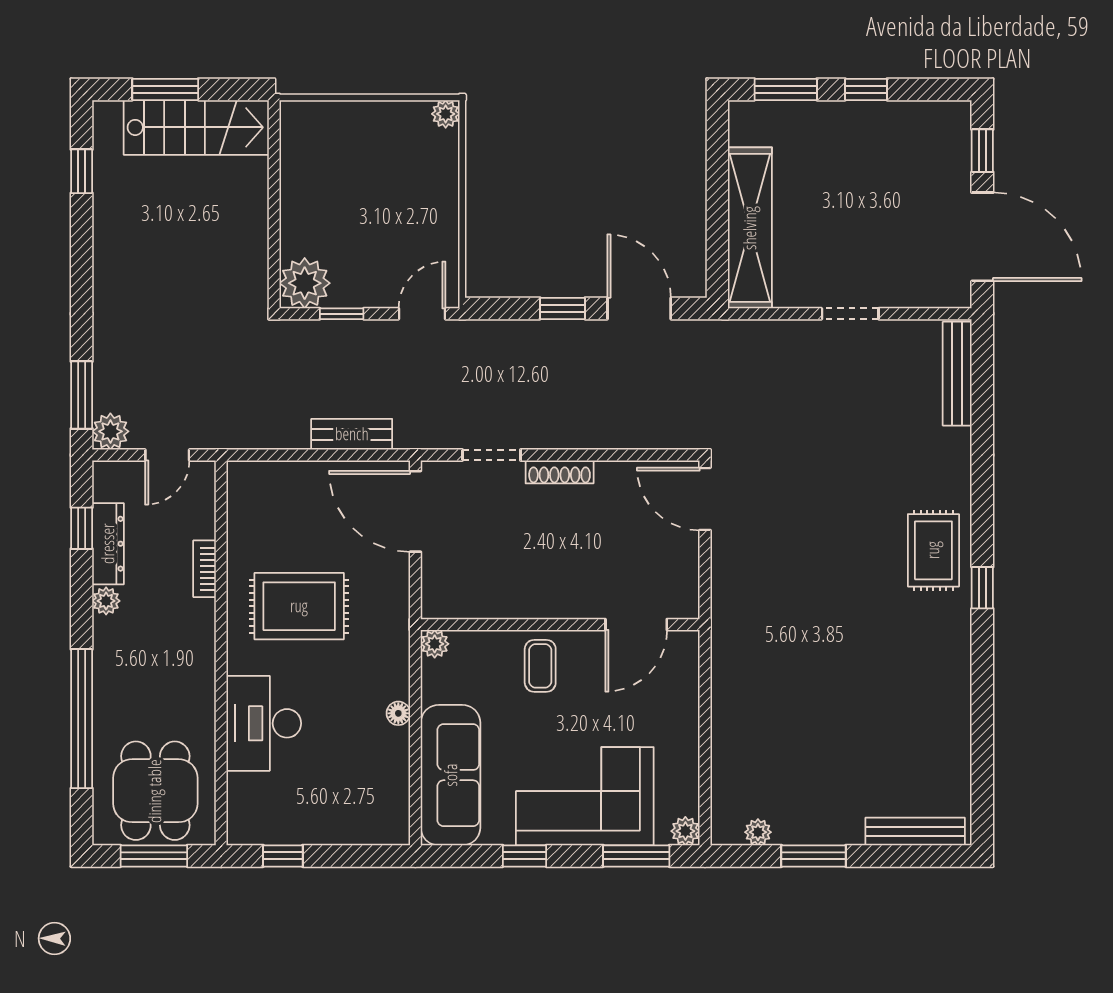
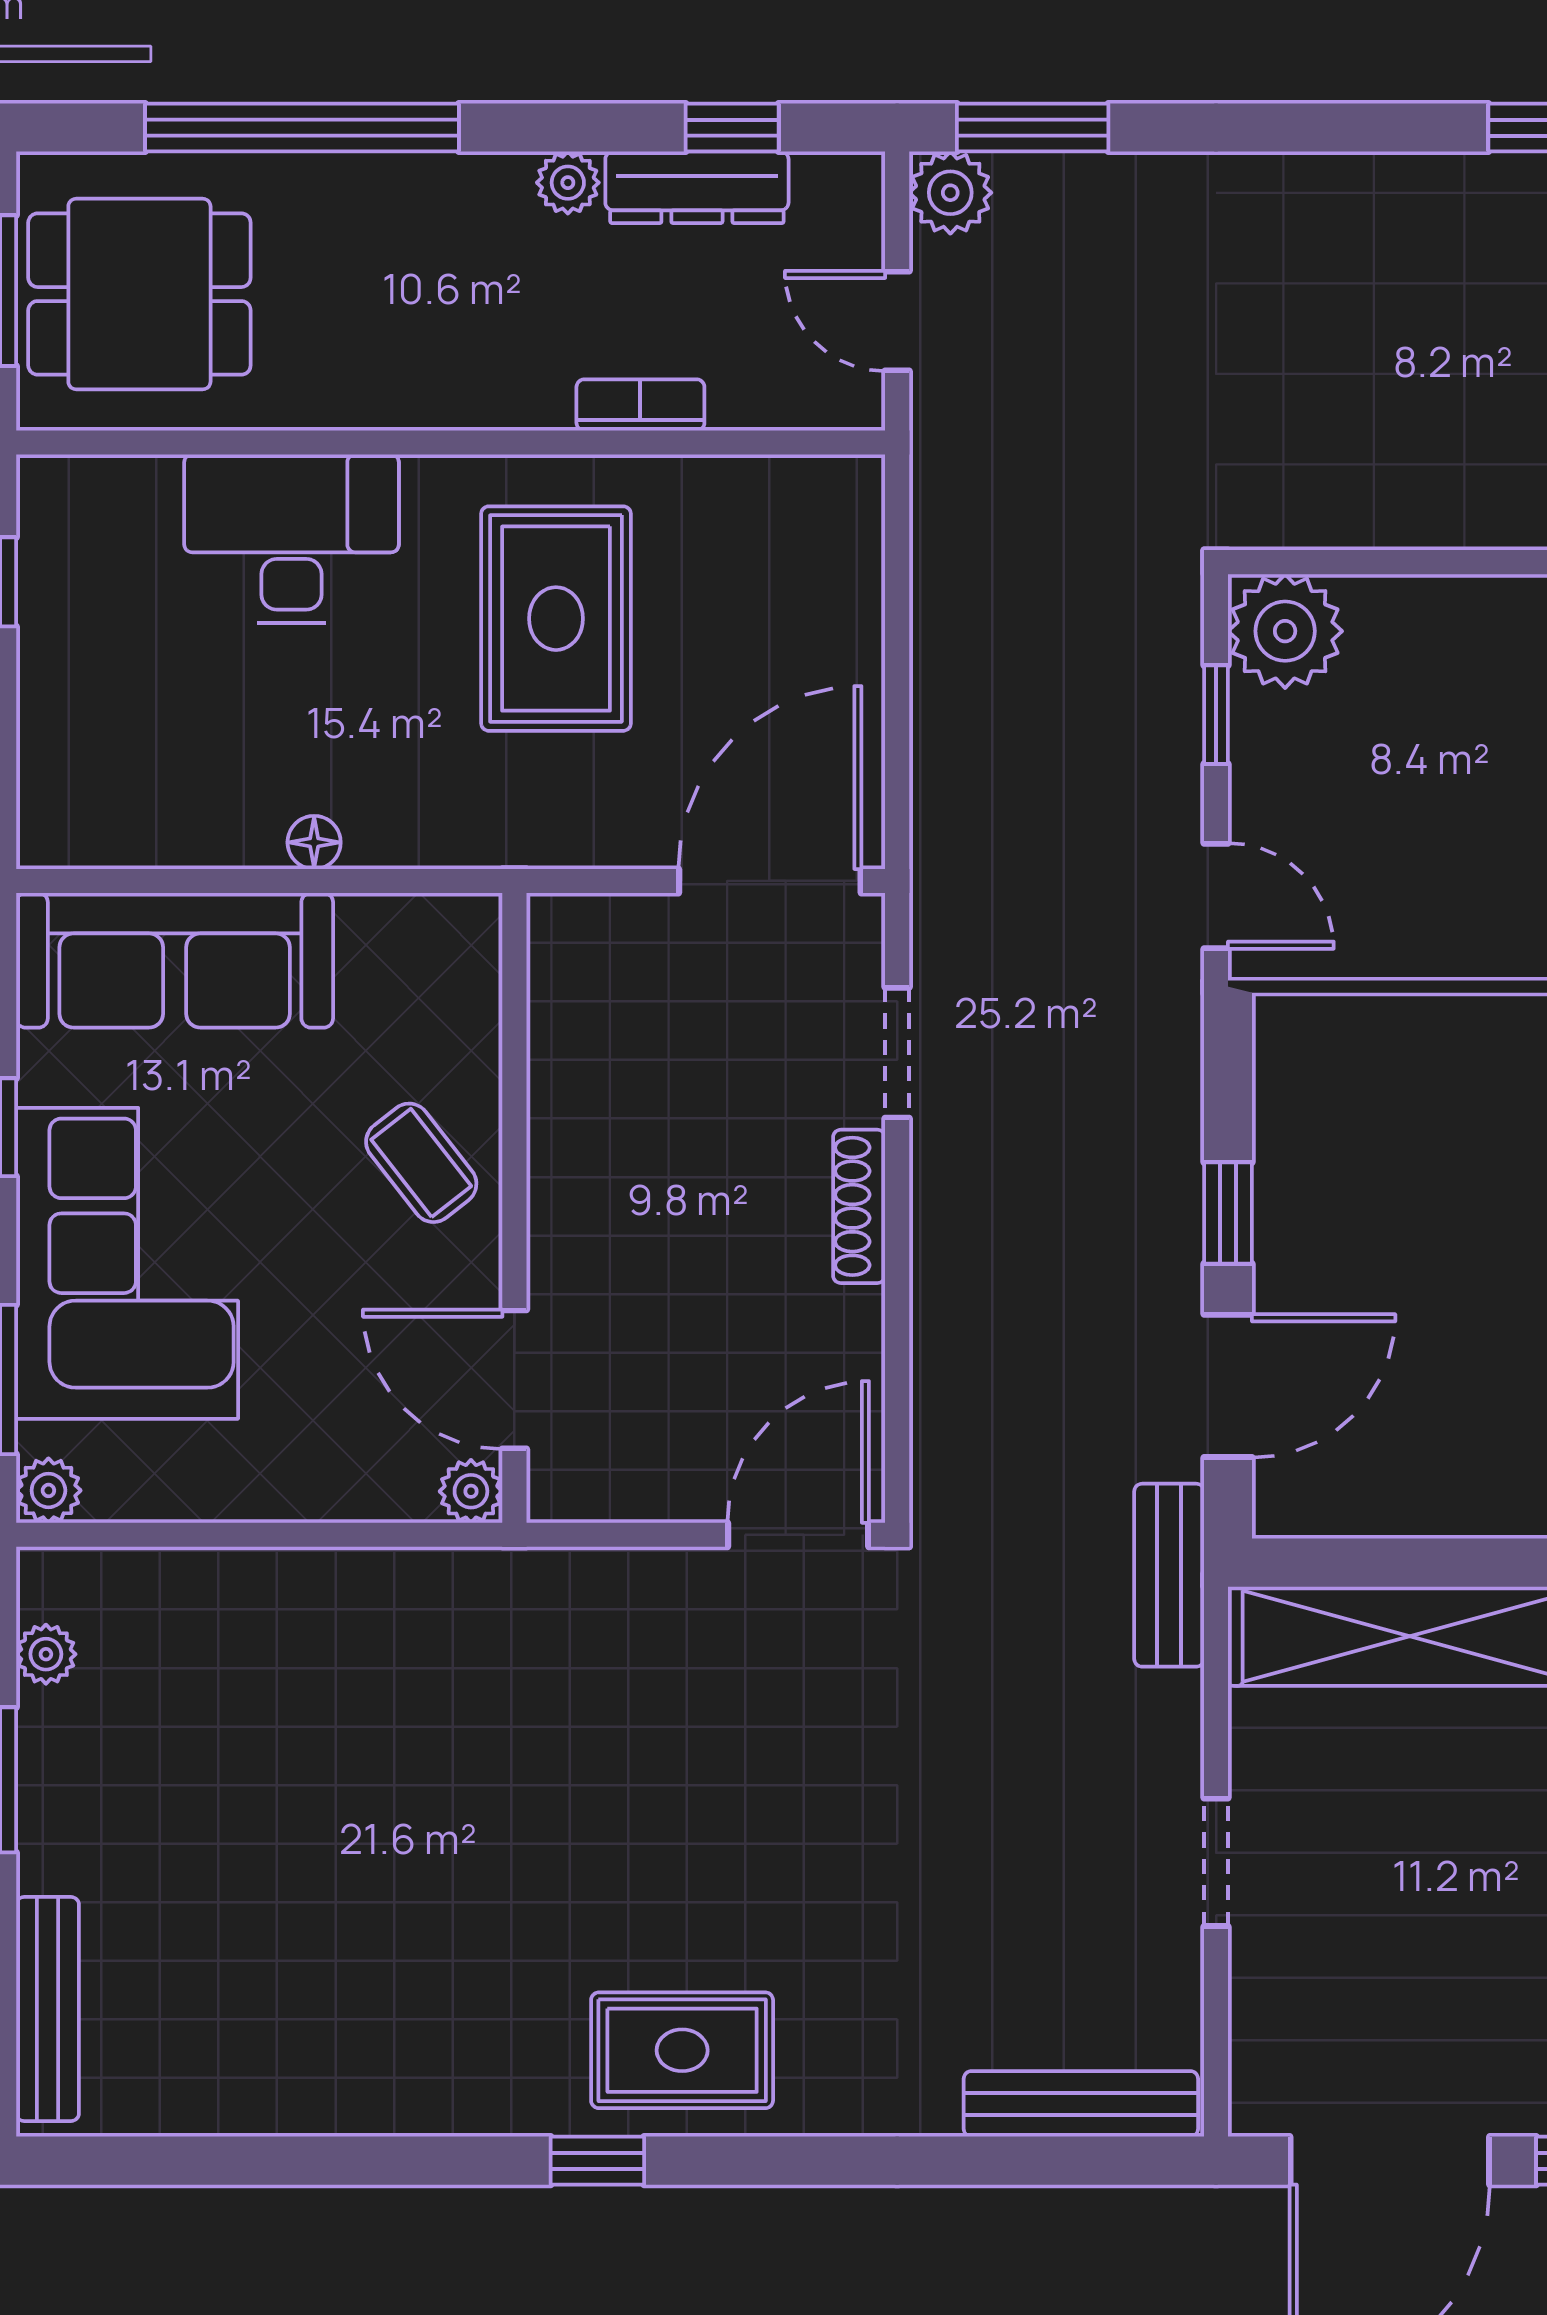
bench: (352, 434) -> (1169, 1575), moved
plant: (435, 644) -> (471, 1491), moved
coffee table: (540, 666) -> (421, 1163), turned 52

